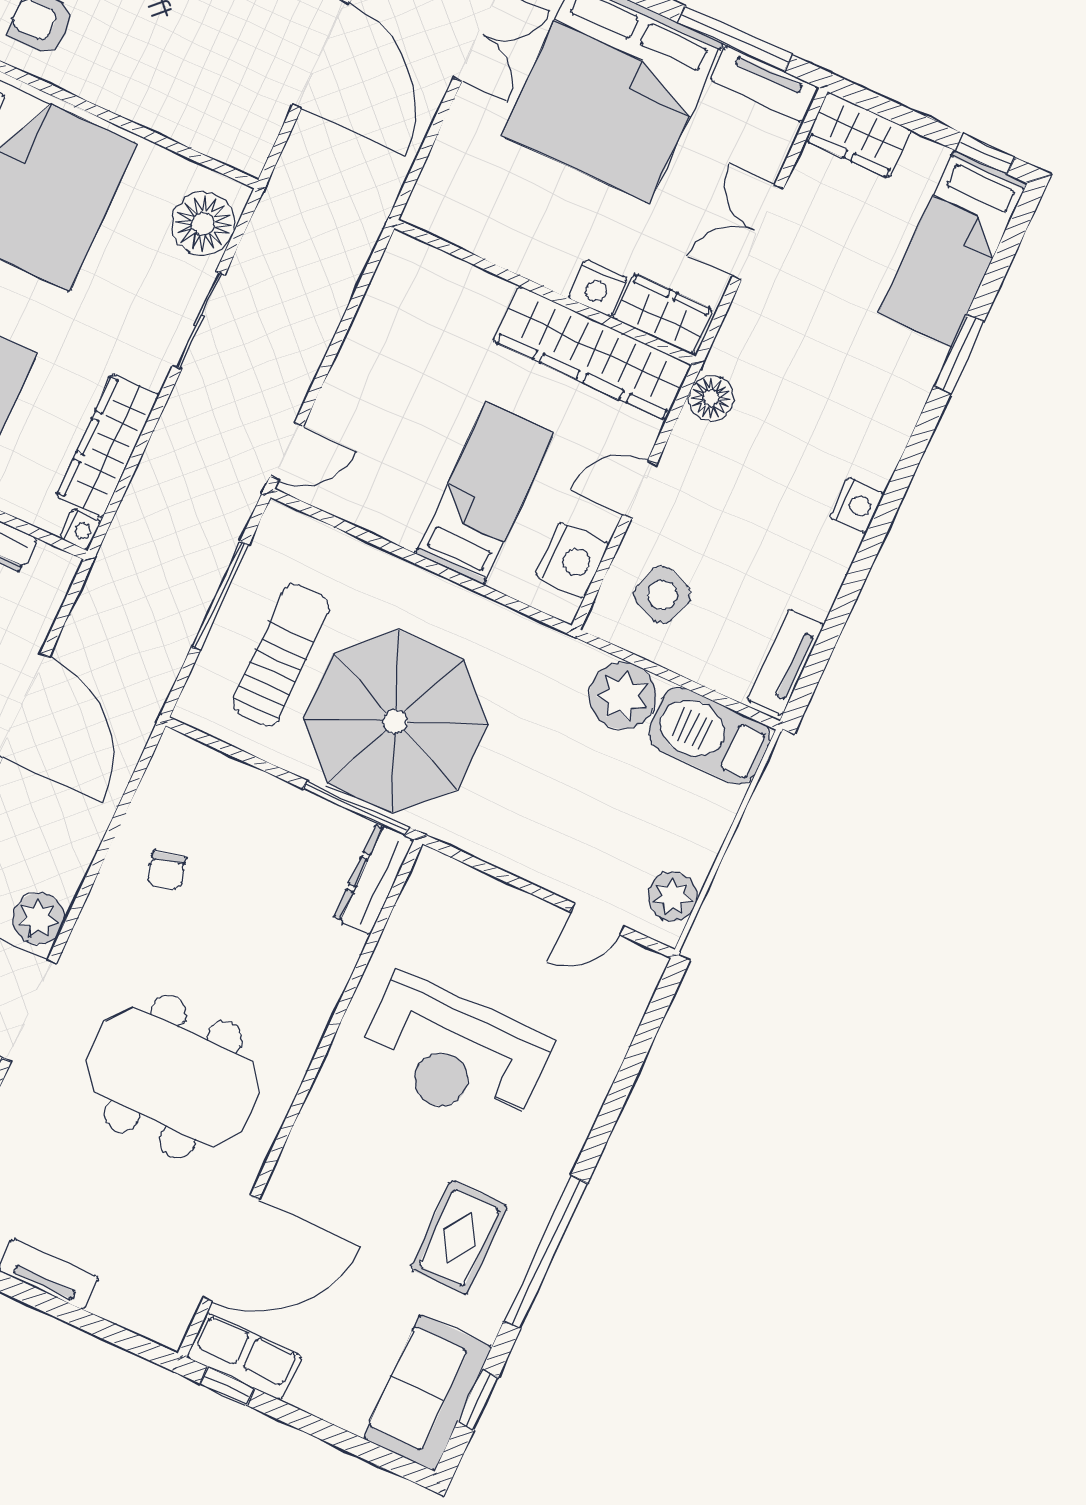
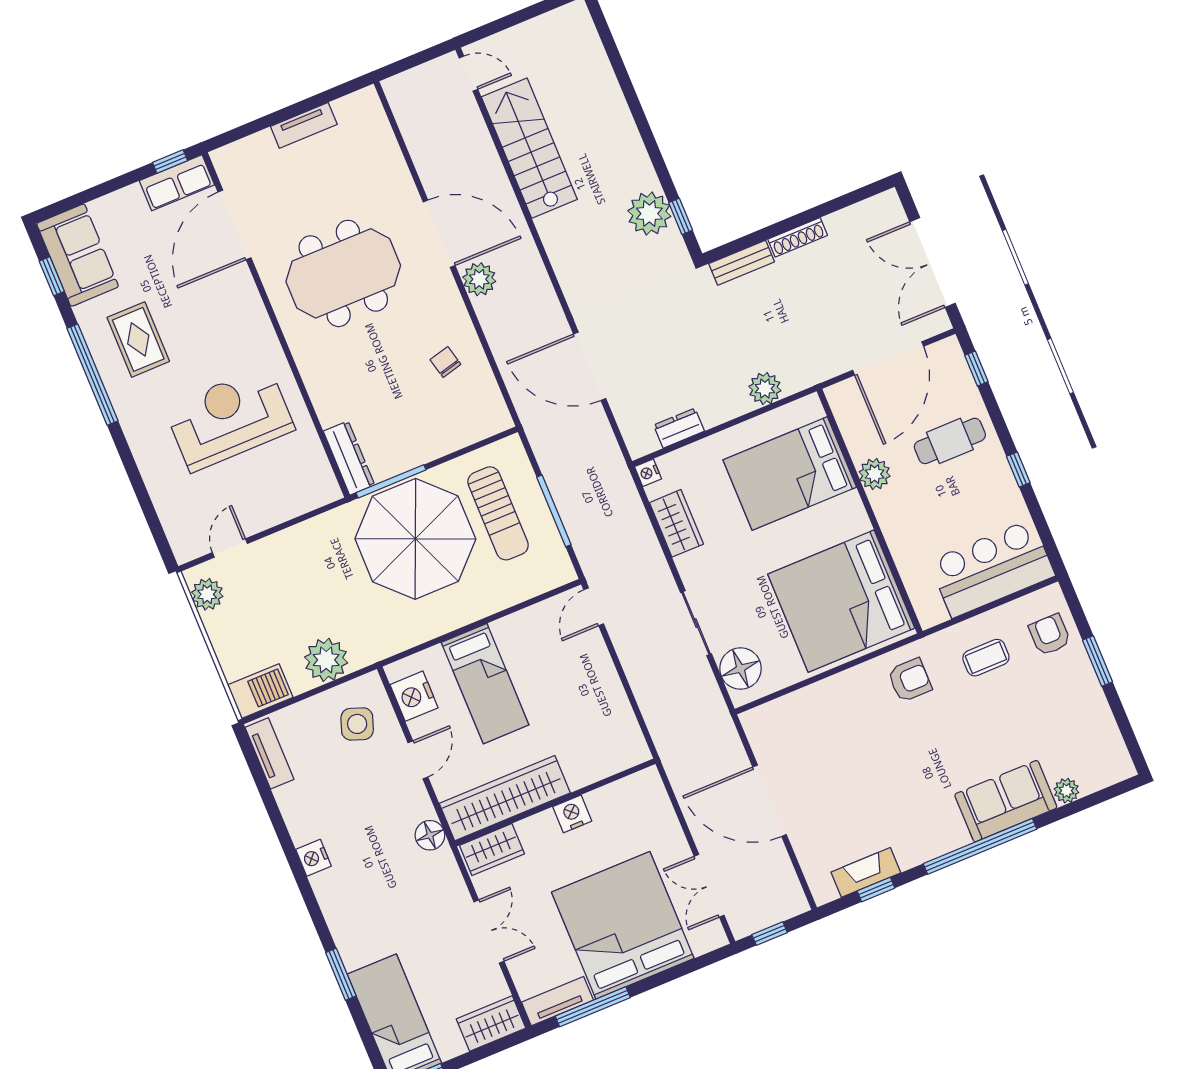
nightstand: (598, 288) -> (572, 814), moved
wardrobe: (107, 446) -> (676, 523), width x0.67
barbecue: (709, 736) -> (260, 691), width x0.73, depth x0.83

